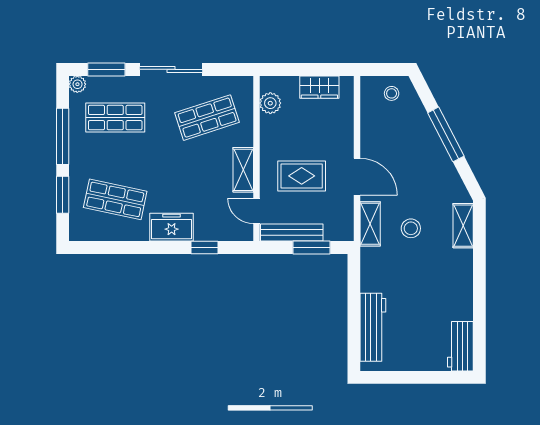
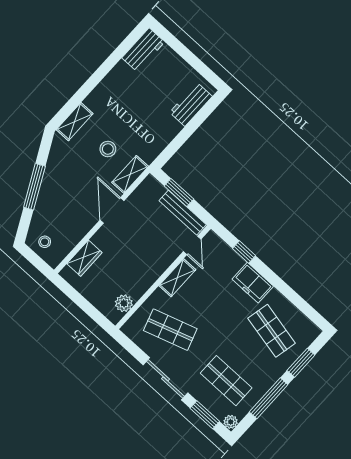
wardrobe: (319, 87) -> (84, 258), moved, turned 90
rug: (302, 176) -> (145, 242), removed
workbench: (373, 327) -> (191, 104), width x0.73

